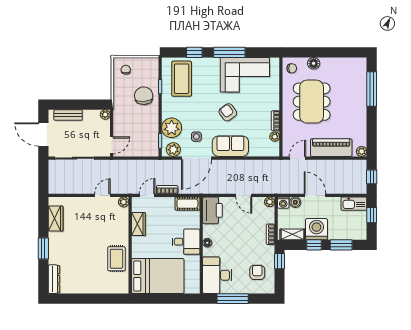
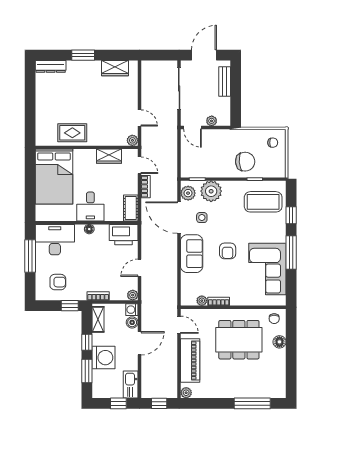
armchair: (228, 112) -> (228, 251), turned 126
plant: (105, 115) -> (212, 121), moved
washing machine: (316, 229) -> (104, 358), moved

